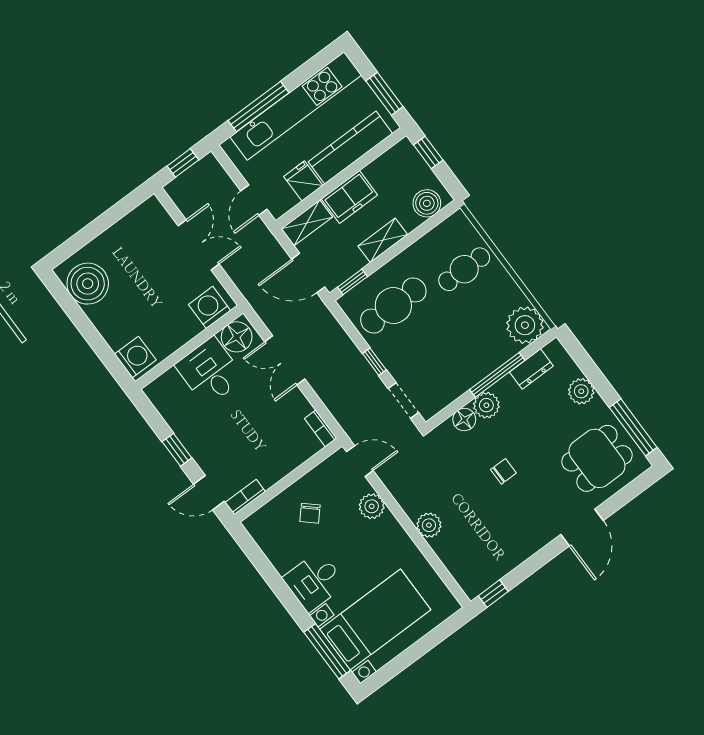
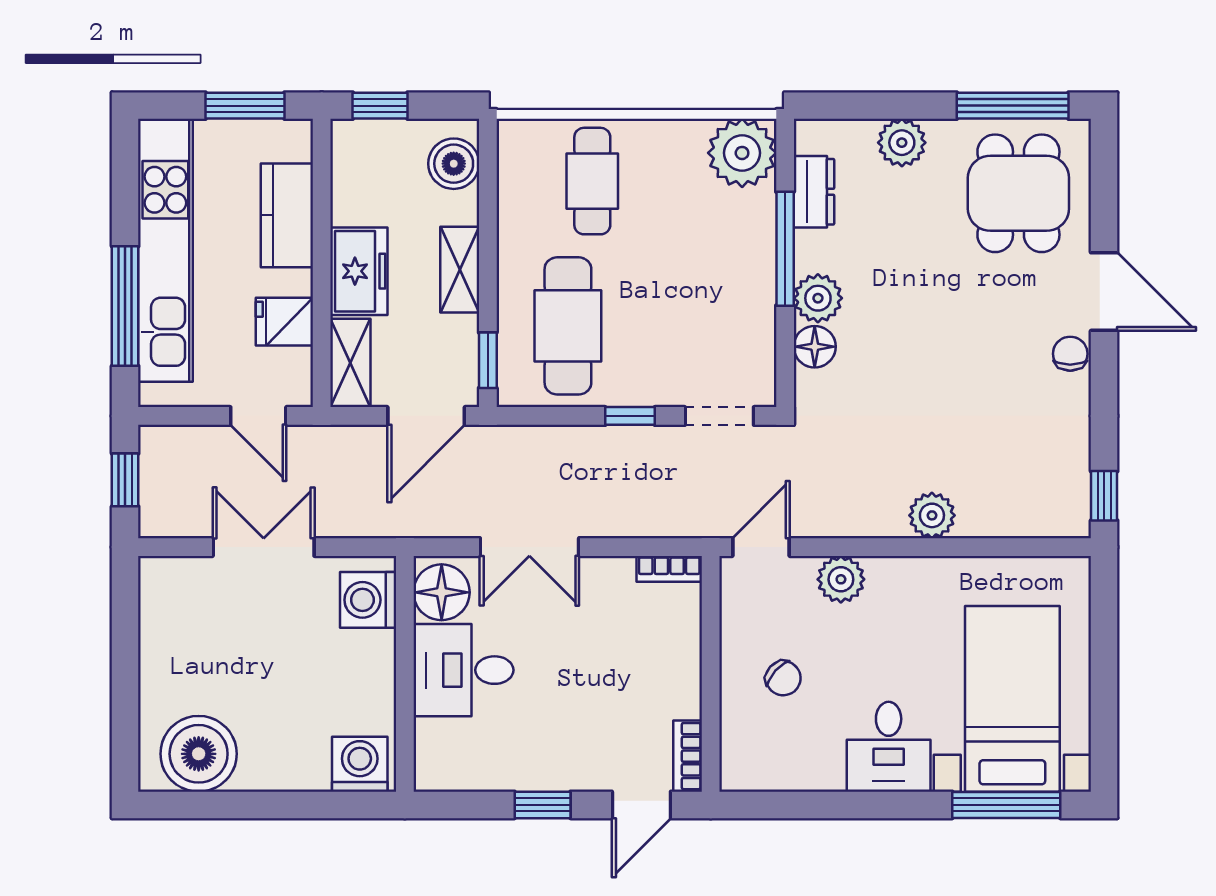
kitchen counter: (350, 148) -> (287, 215), width x0.67
chair: (503, 471) -> (1070, 354), moved

